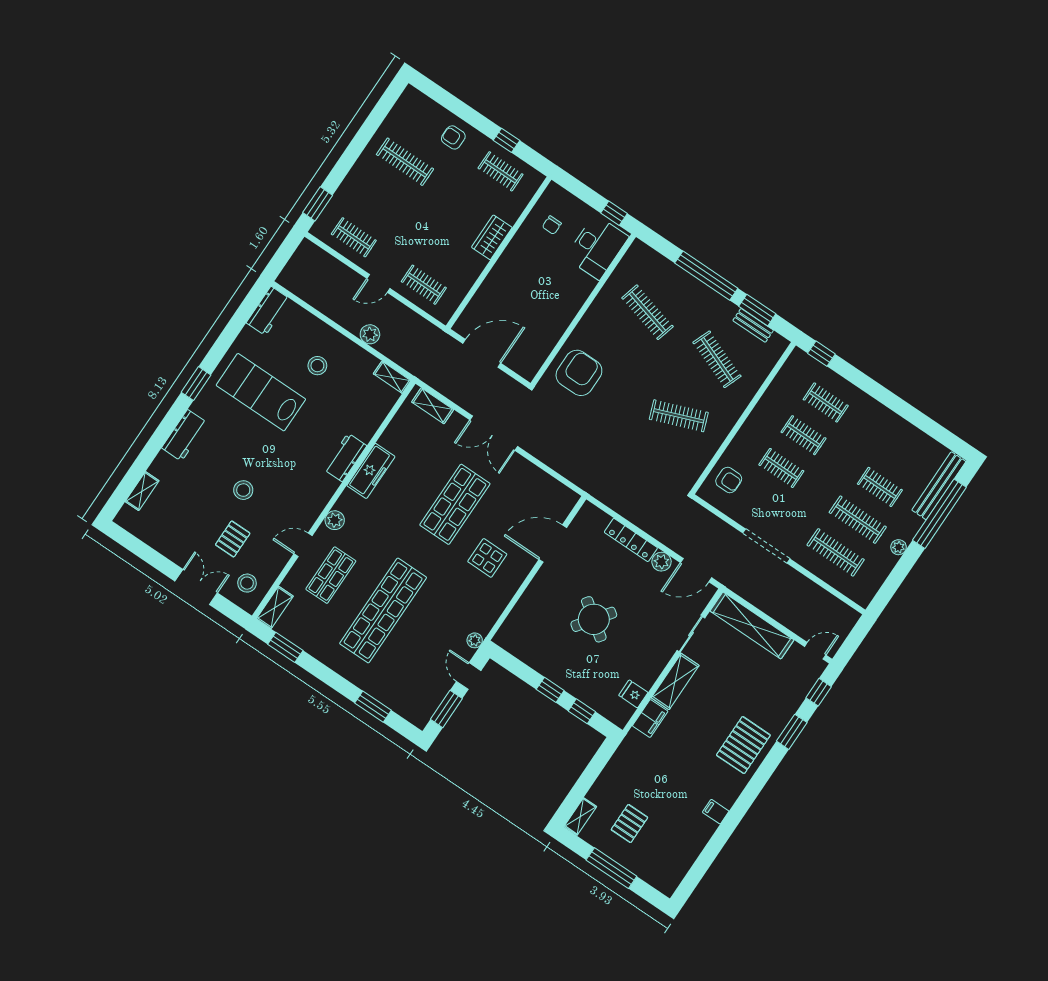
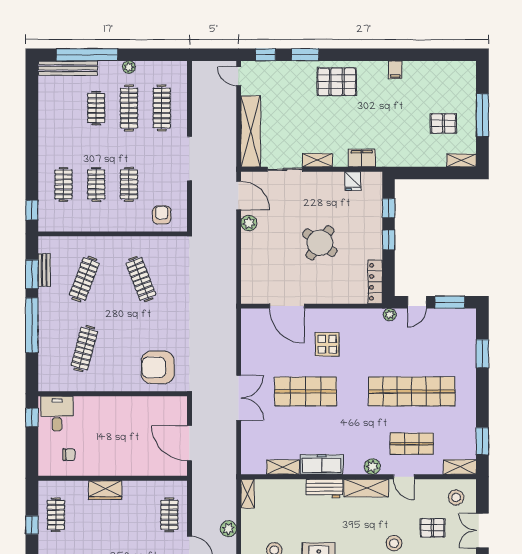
desk: (597, 247) -> (57, 414), width x0.73
shelving: (433, 406) -> (283, 467), moved, turned 90
shelving: (317, 500) -> (366, 488), added
locker: (631, 540) -> (375, 282), moved, turned 180
shelving: (675, 682) -> (317, 160), width x0.67, depth x0.75

